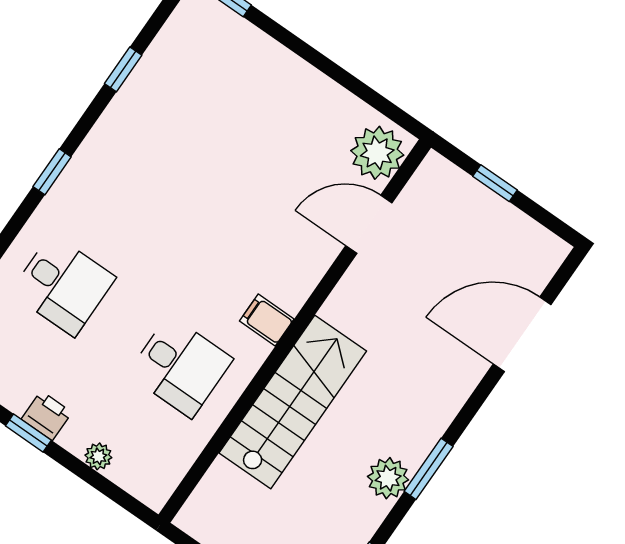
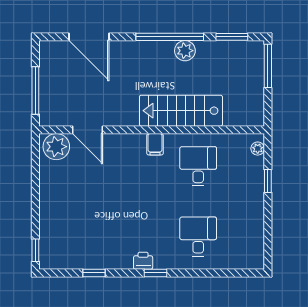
window: (495, 183) -> (35, 90), width x2.17
printer: (47, 416) -> (143, 261), moved, turned 90
window: (28, 433) -> (268, 181), moved
plant: (98, 456) -> (258, 149), moved
window: (429, 469) -> (170, 37), width x2.11

